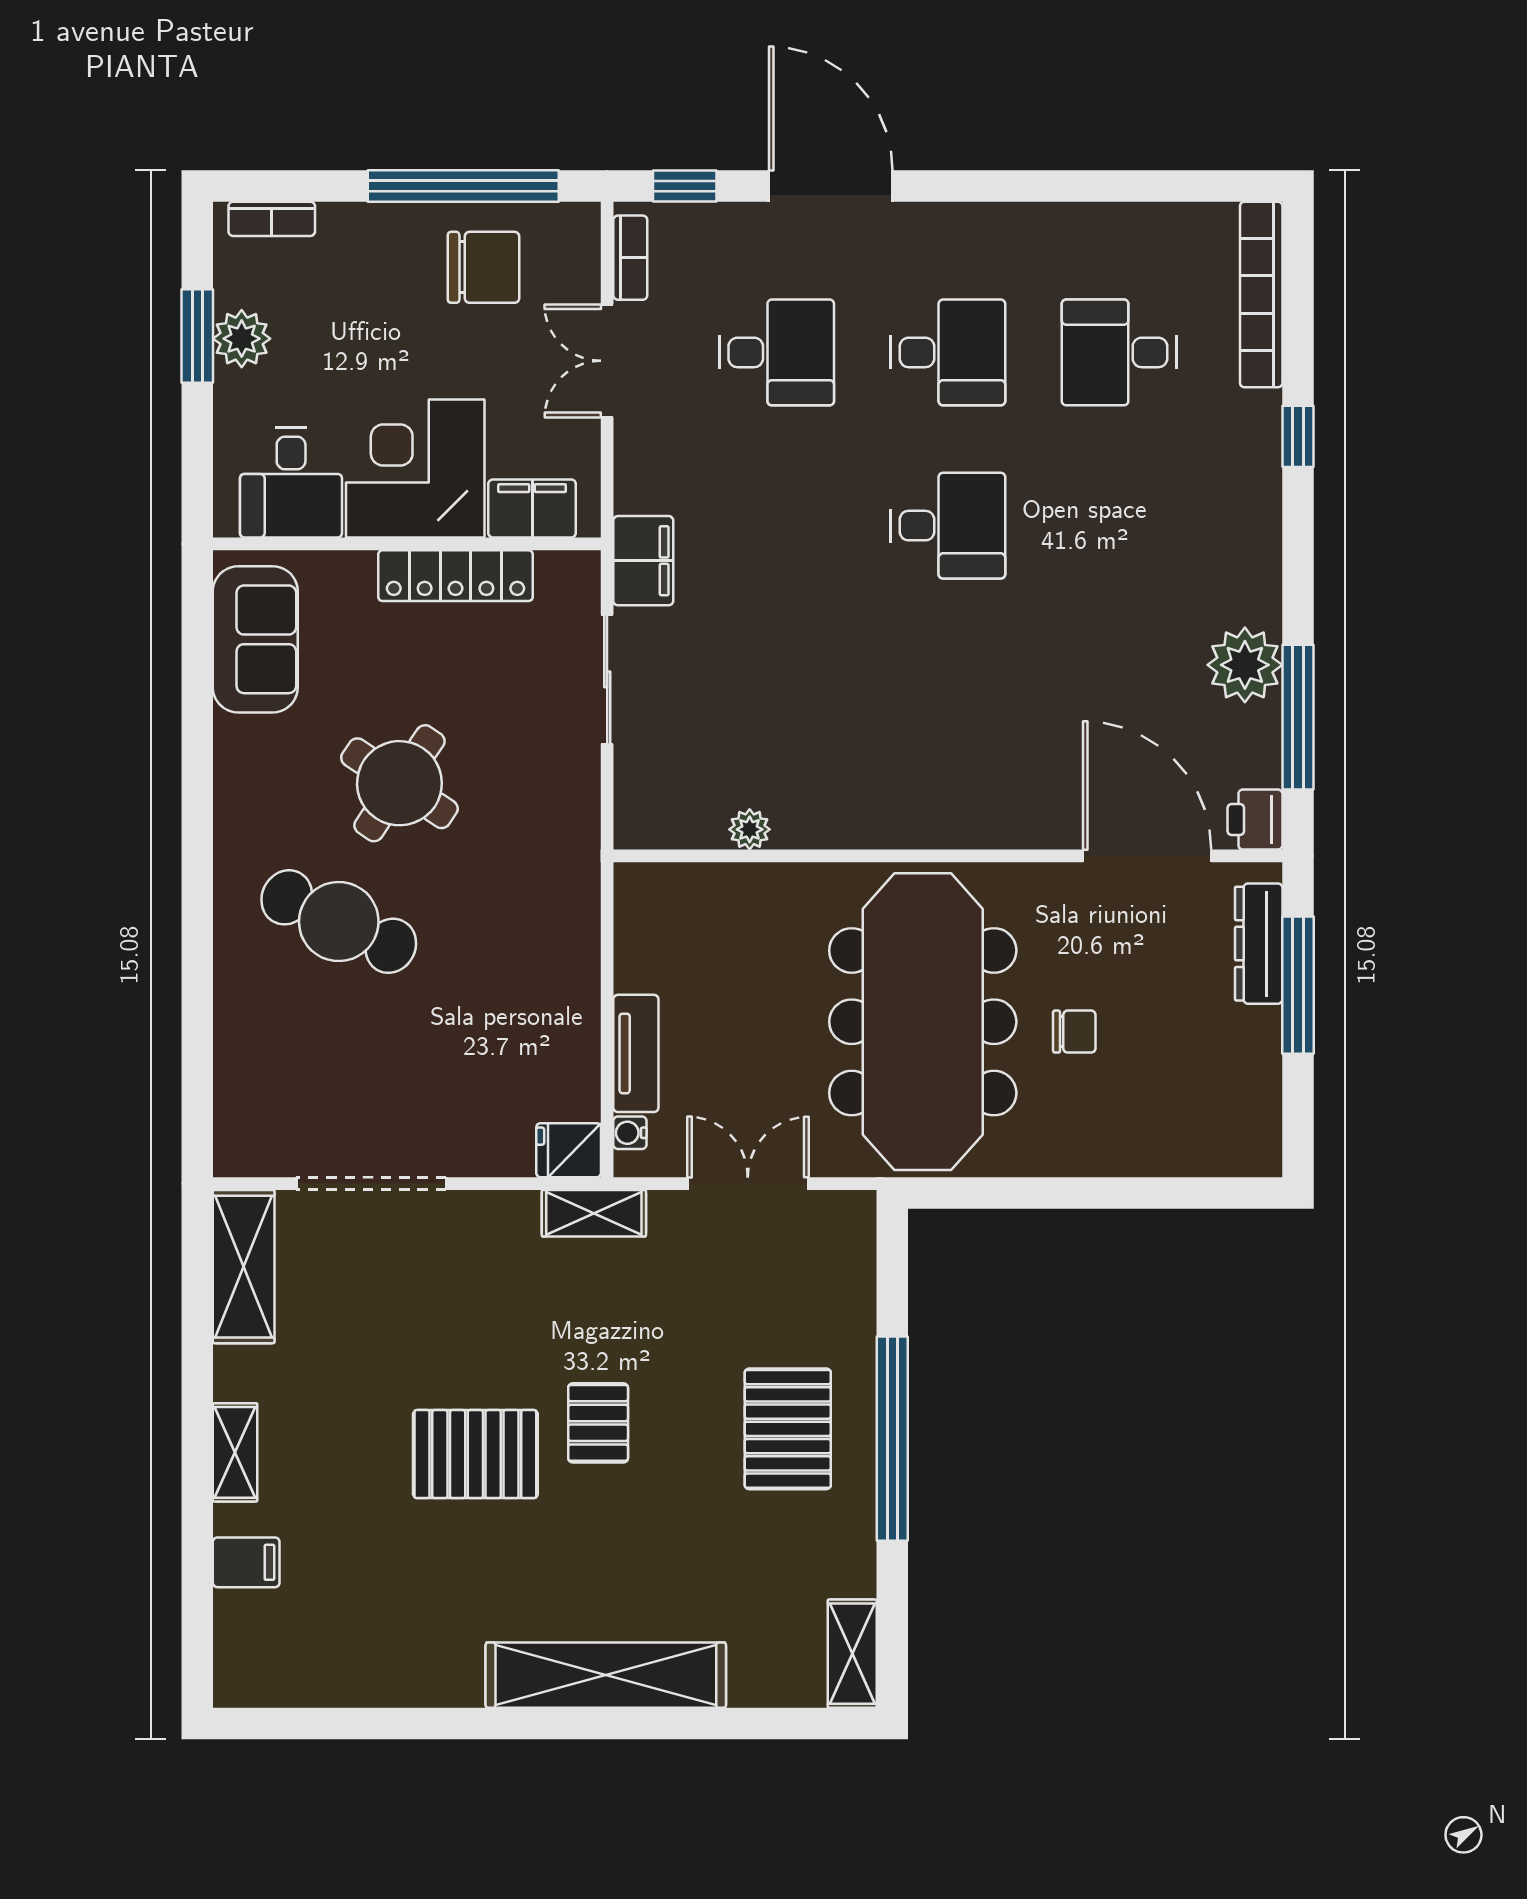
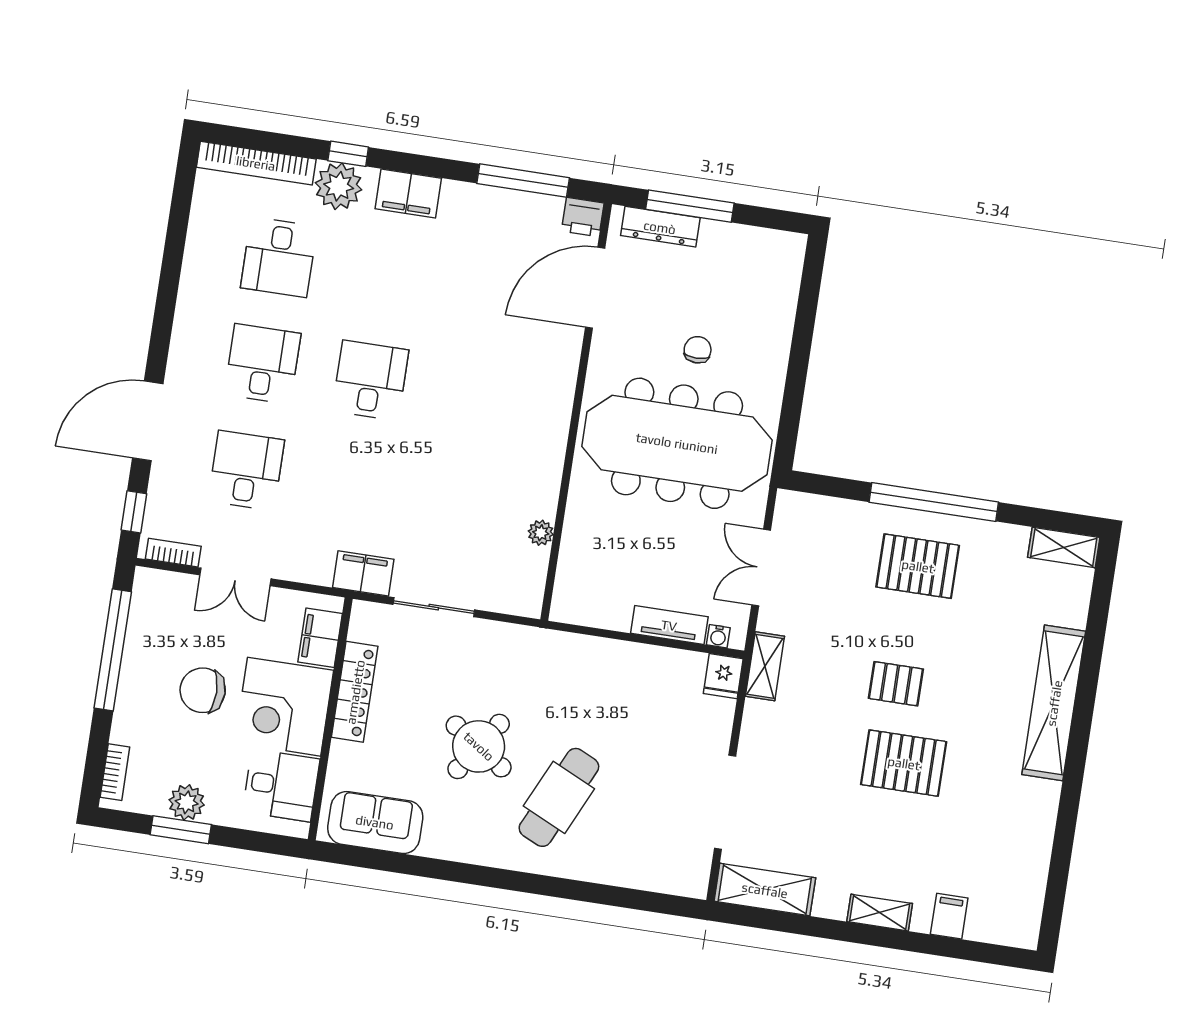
chair: (483, 267) -> (203, 690), moved, turned -90
filing cabinet: (1250, 540) -> (408, 194), added
plant: (1245, 665) -> (339, 186), moved
pallet: (475, 1454) -> (904, 763), turned 90

